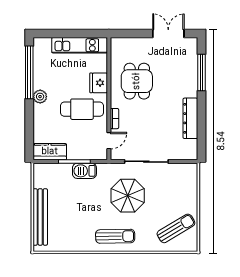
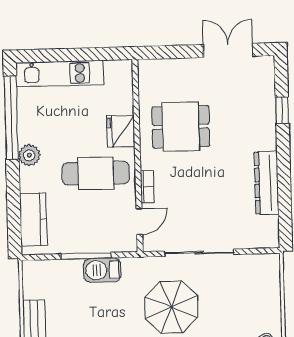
kitchen unit: (80, 45) -> (60, 74), moved
window: (202, 72) -> (282, 110), width x0.46
dining table: (137, 81) -> (181, 127), turned 90
kitchen counter: (50, 152) -> (33, 219), moved, turned 90

